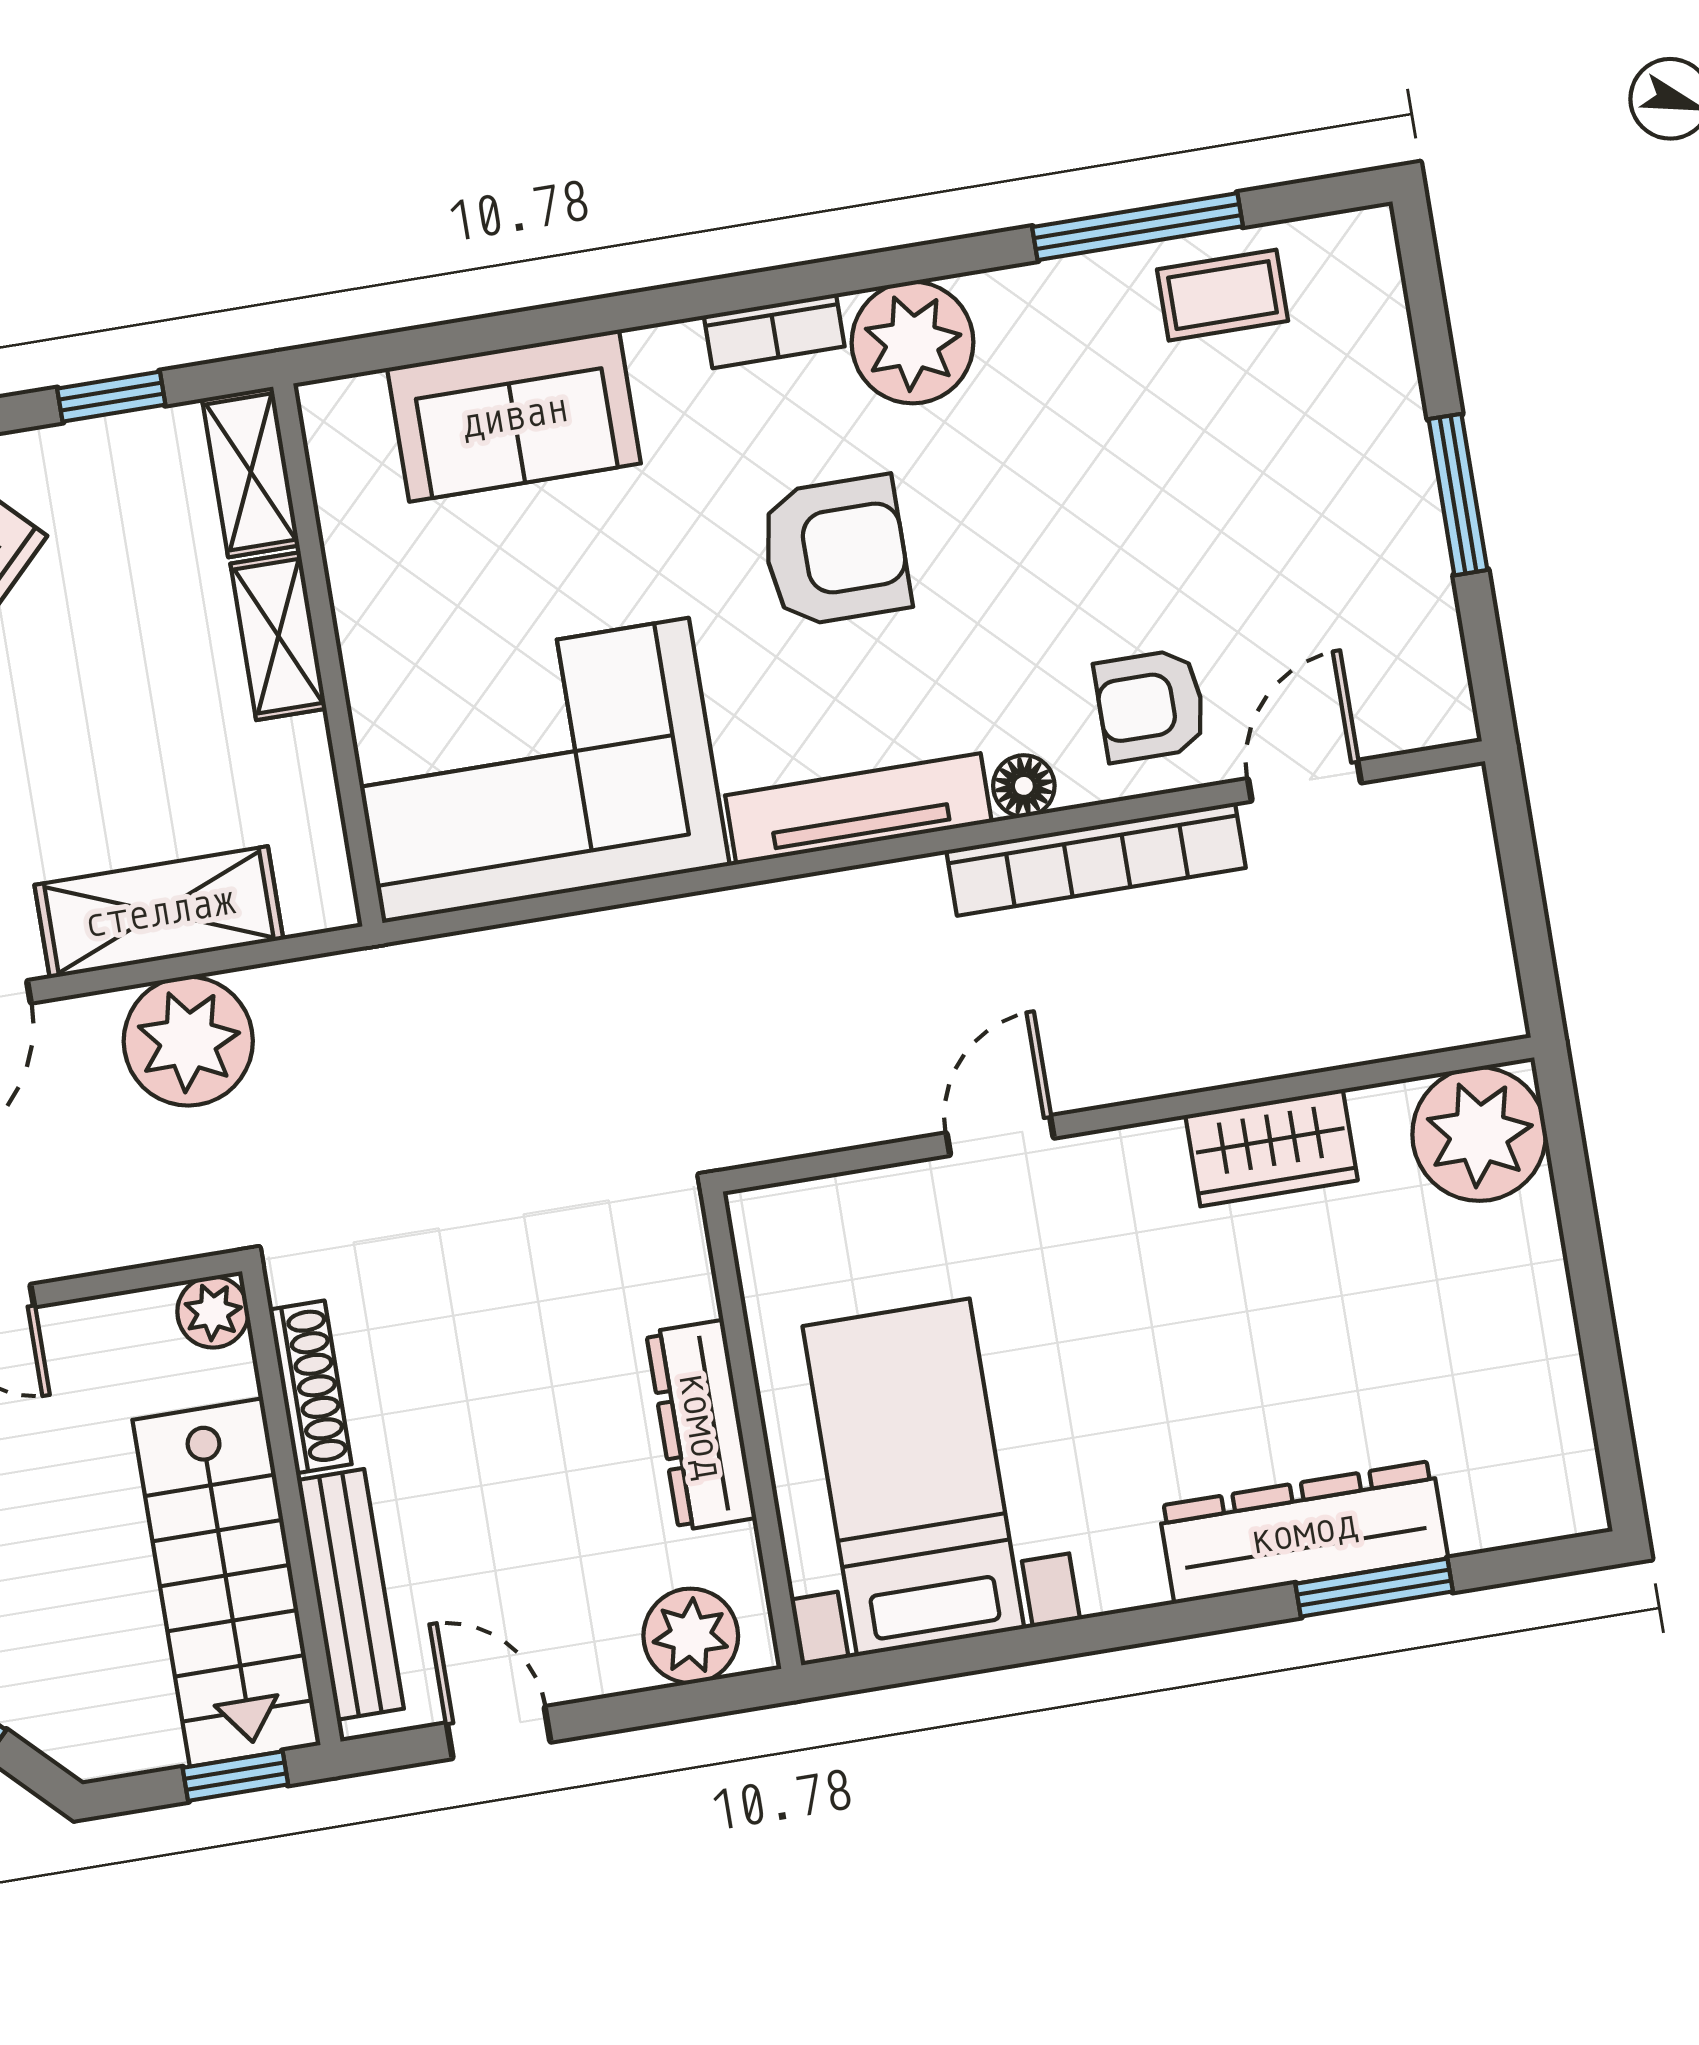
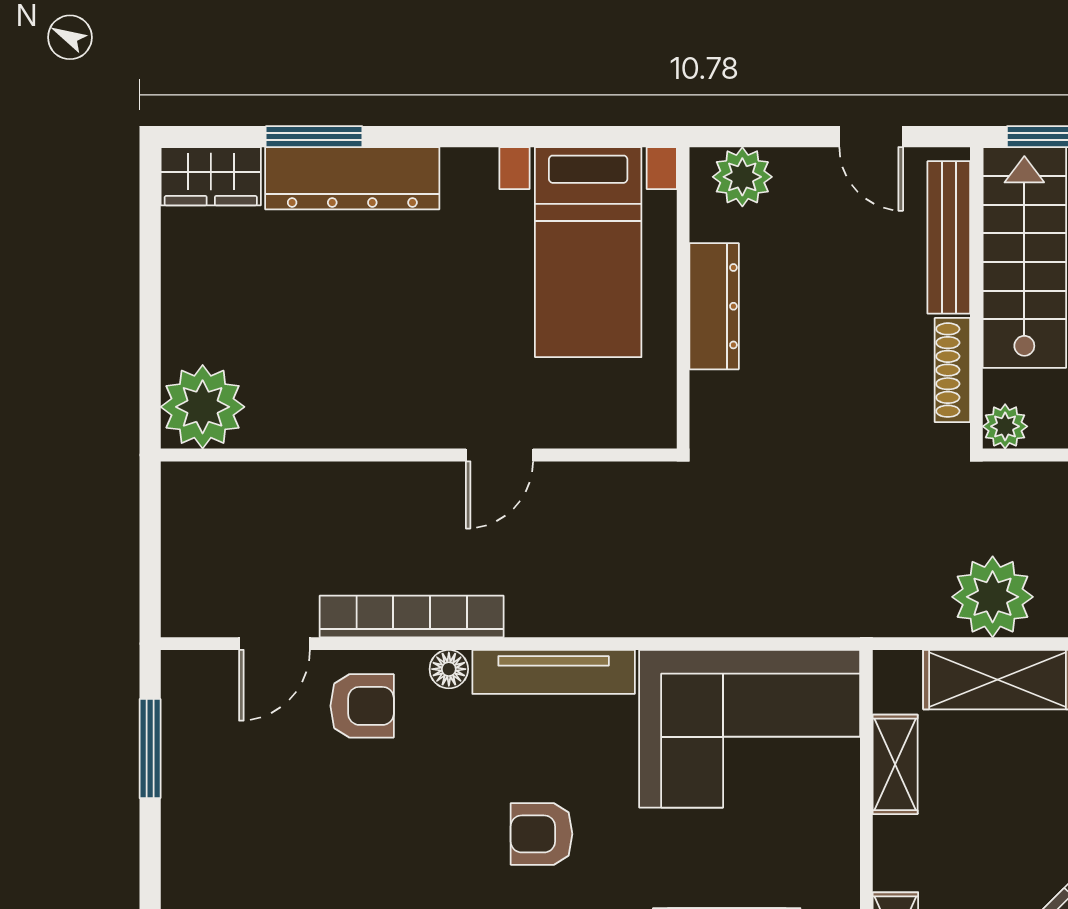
window: (1458, 495) -> (150, 749), moved
armchair: (835, 551) -> (542, 834), width x0.72, depth x0.72
shelving: (278, 636) -> (895, 764), moved
wardrobe: (1271, 1148) -> (211, 176), moved, turned 180

